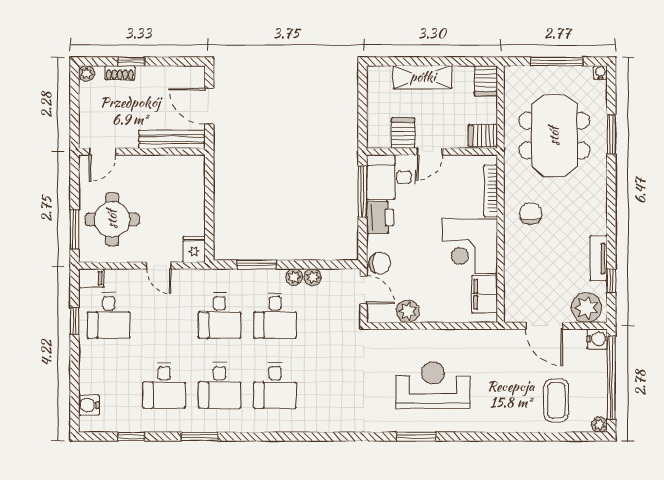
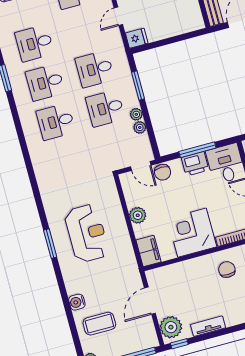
window: (363, 191) -> (197, 150), moved
chair: (531, 213) -> (227, 270), turned -90
window: (611, 281) -> (179, 344), moved
door: (364, 290) -> (141, 166), hinge flipped
filing cabinet: (485, 294) -> (148, 251), moved, turned 90
plant: (408, 311) -> (138, 215), moved
water cooler: (597, 339) -> (77, 302), moved, turned 90
window: (416, 437) -> (50, 244), moved

